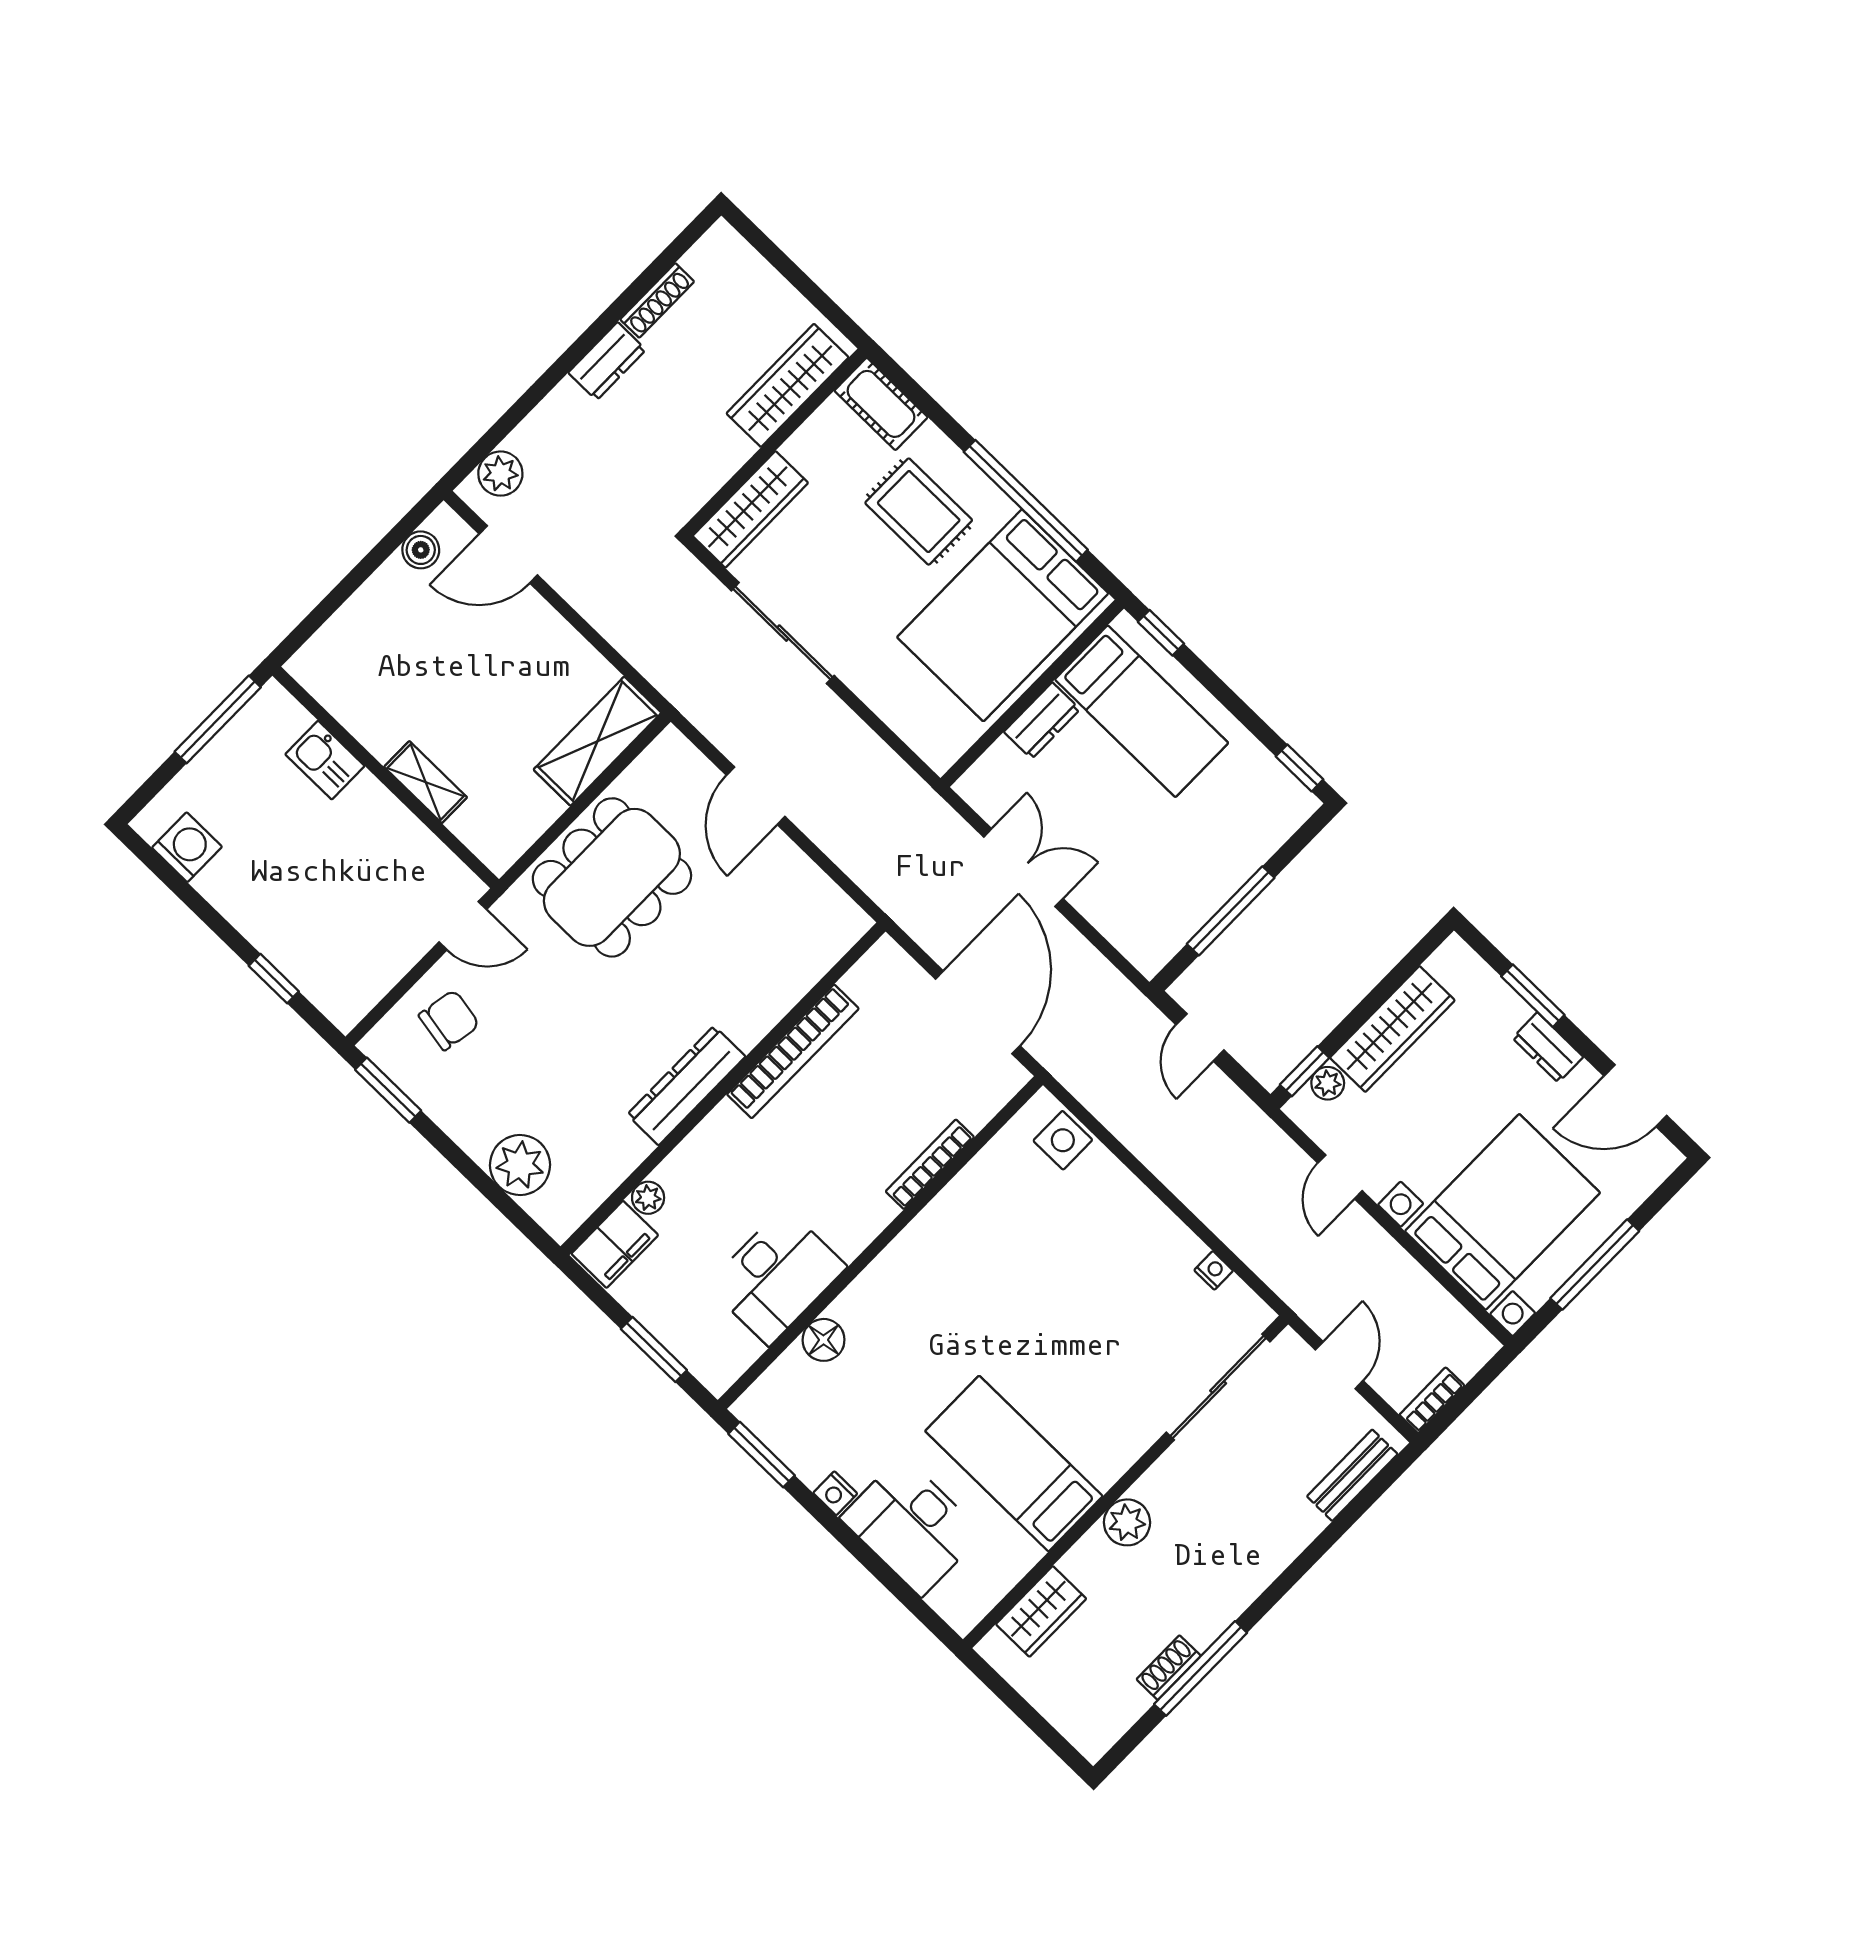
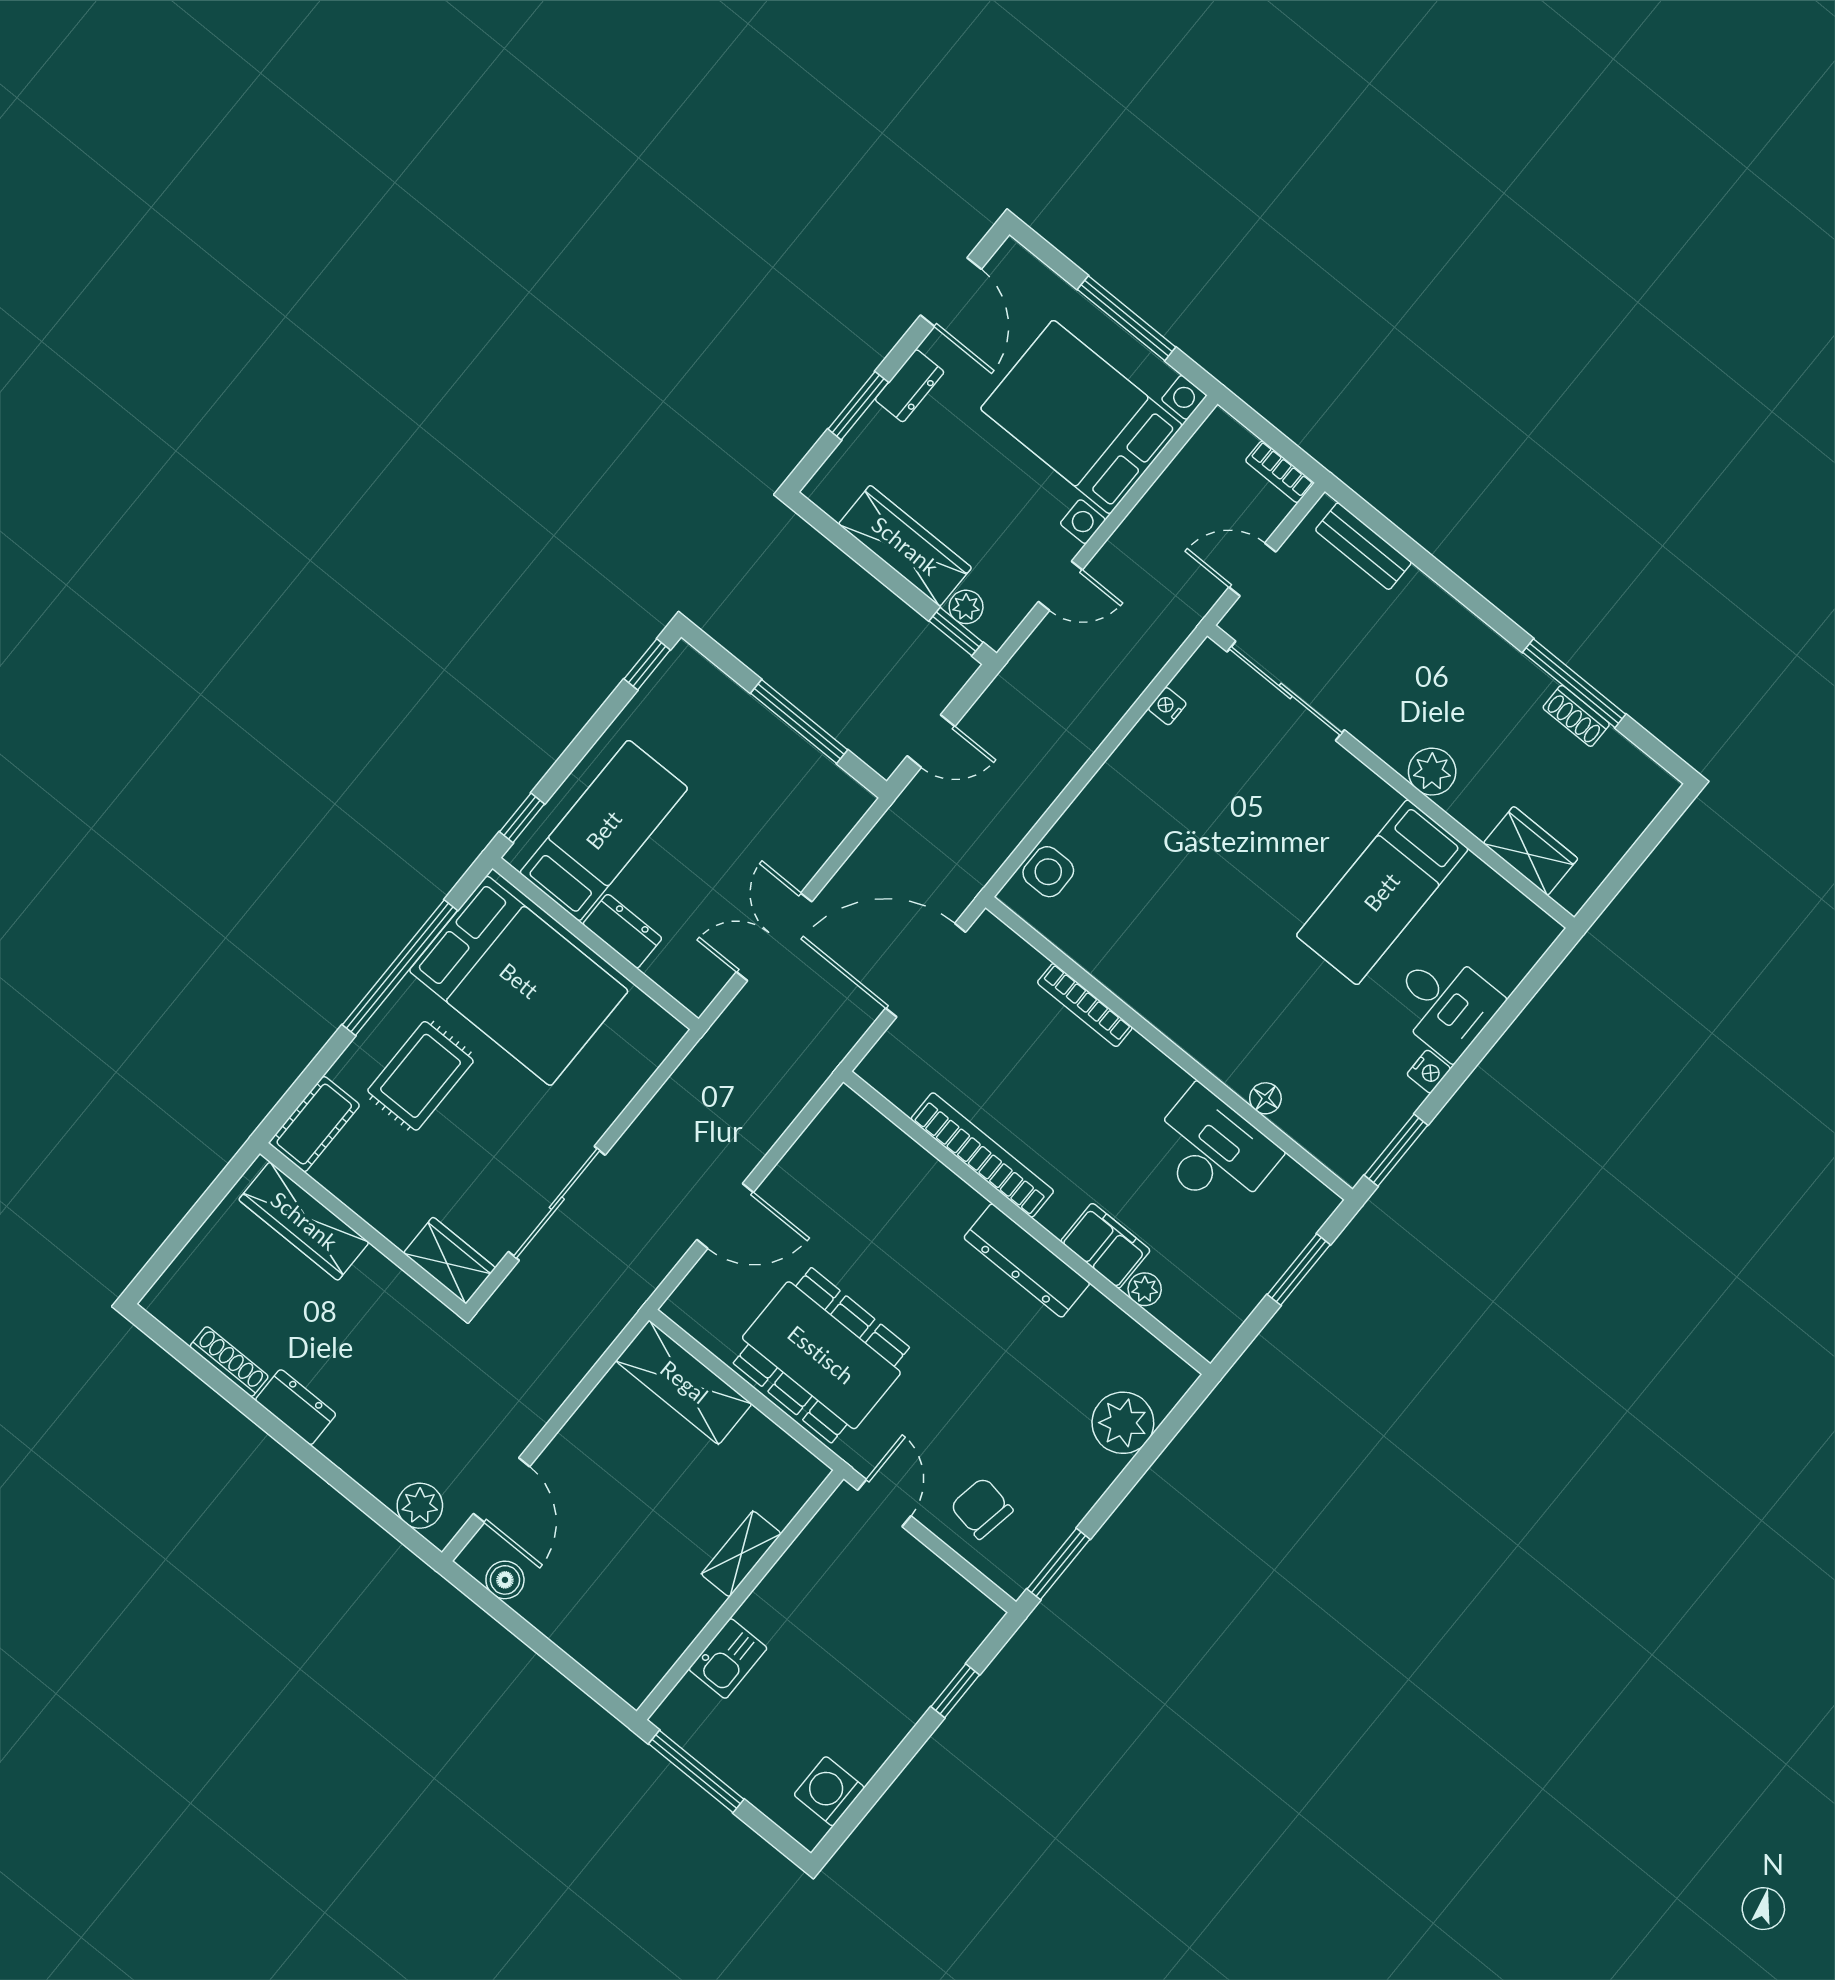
wardrobe: (750, 509) -> (449, 1260), width x0.67
filing cabinet: (615, 1244) -> (1105, 1246), moved
floor lamp: (824, 1340) -> (1265, 1098), width x0.73, depth x0.73
desk: (912, 1526) -> (1445, 1003), width x0.73

